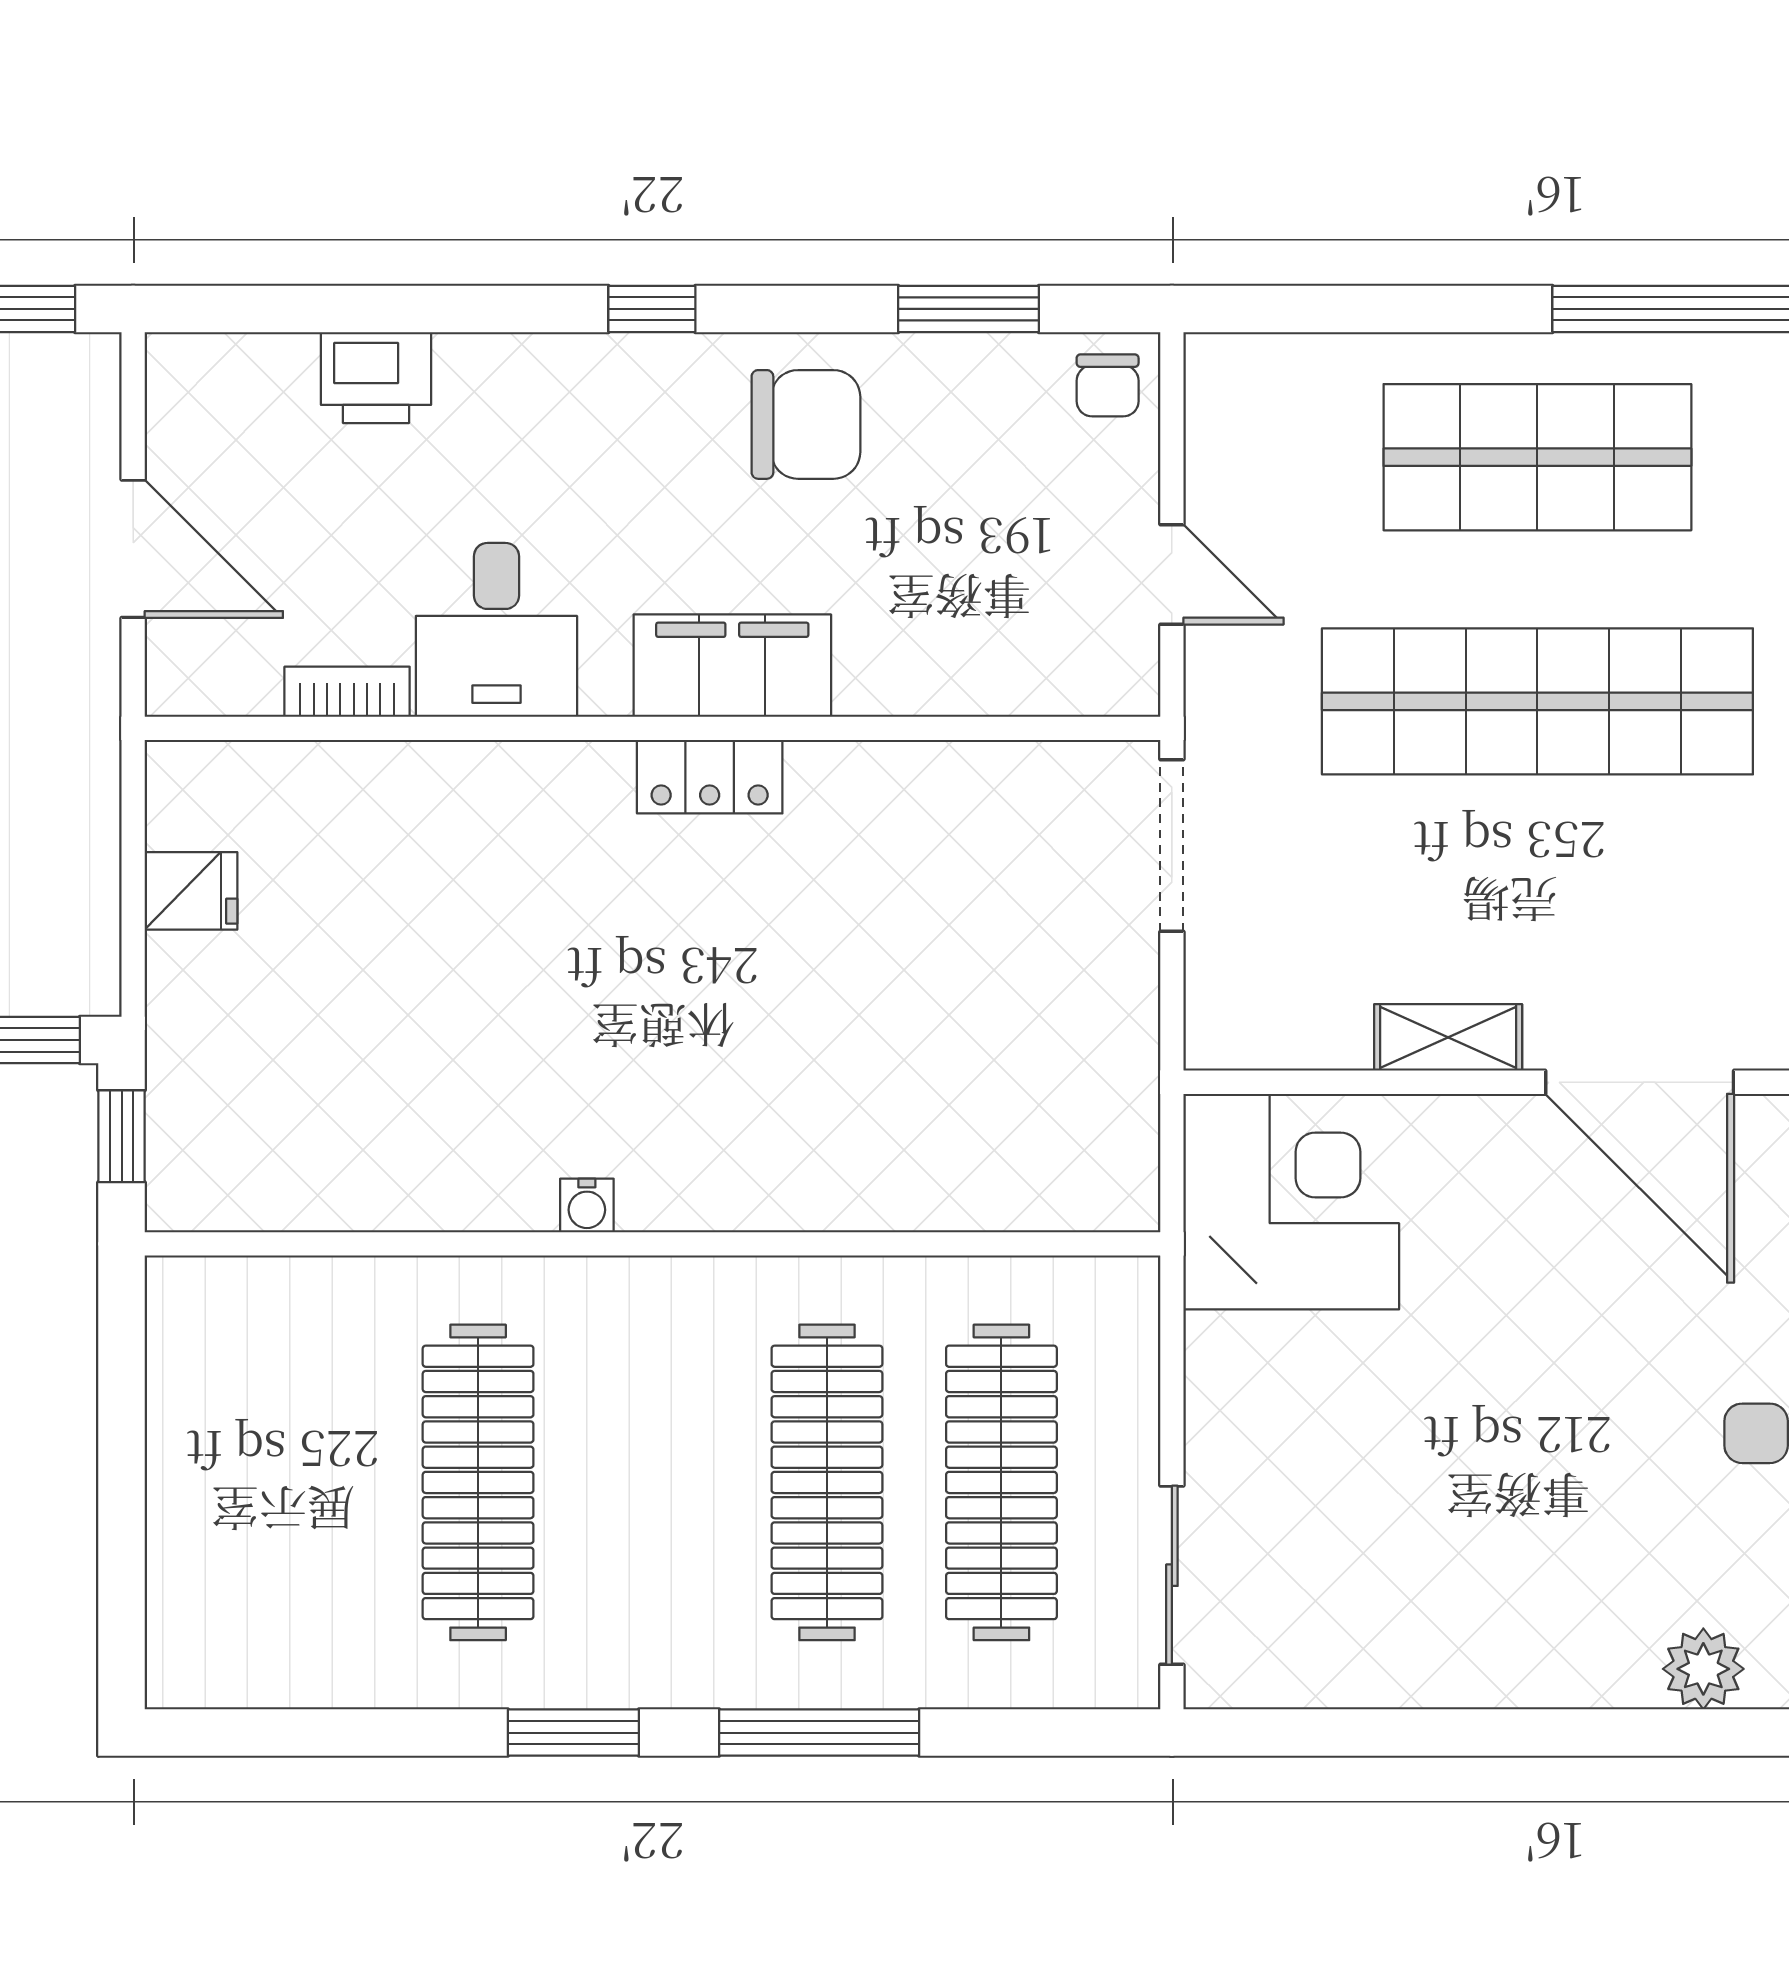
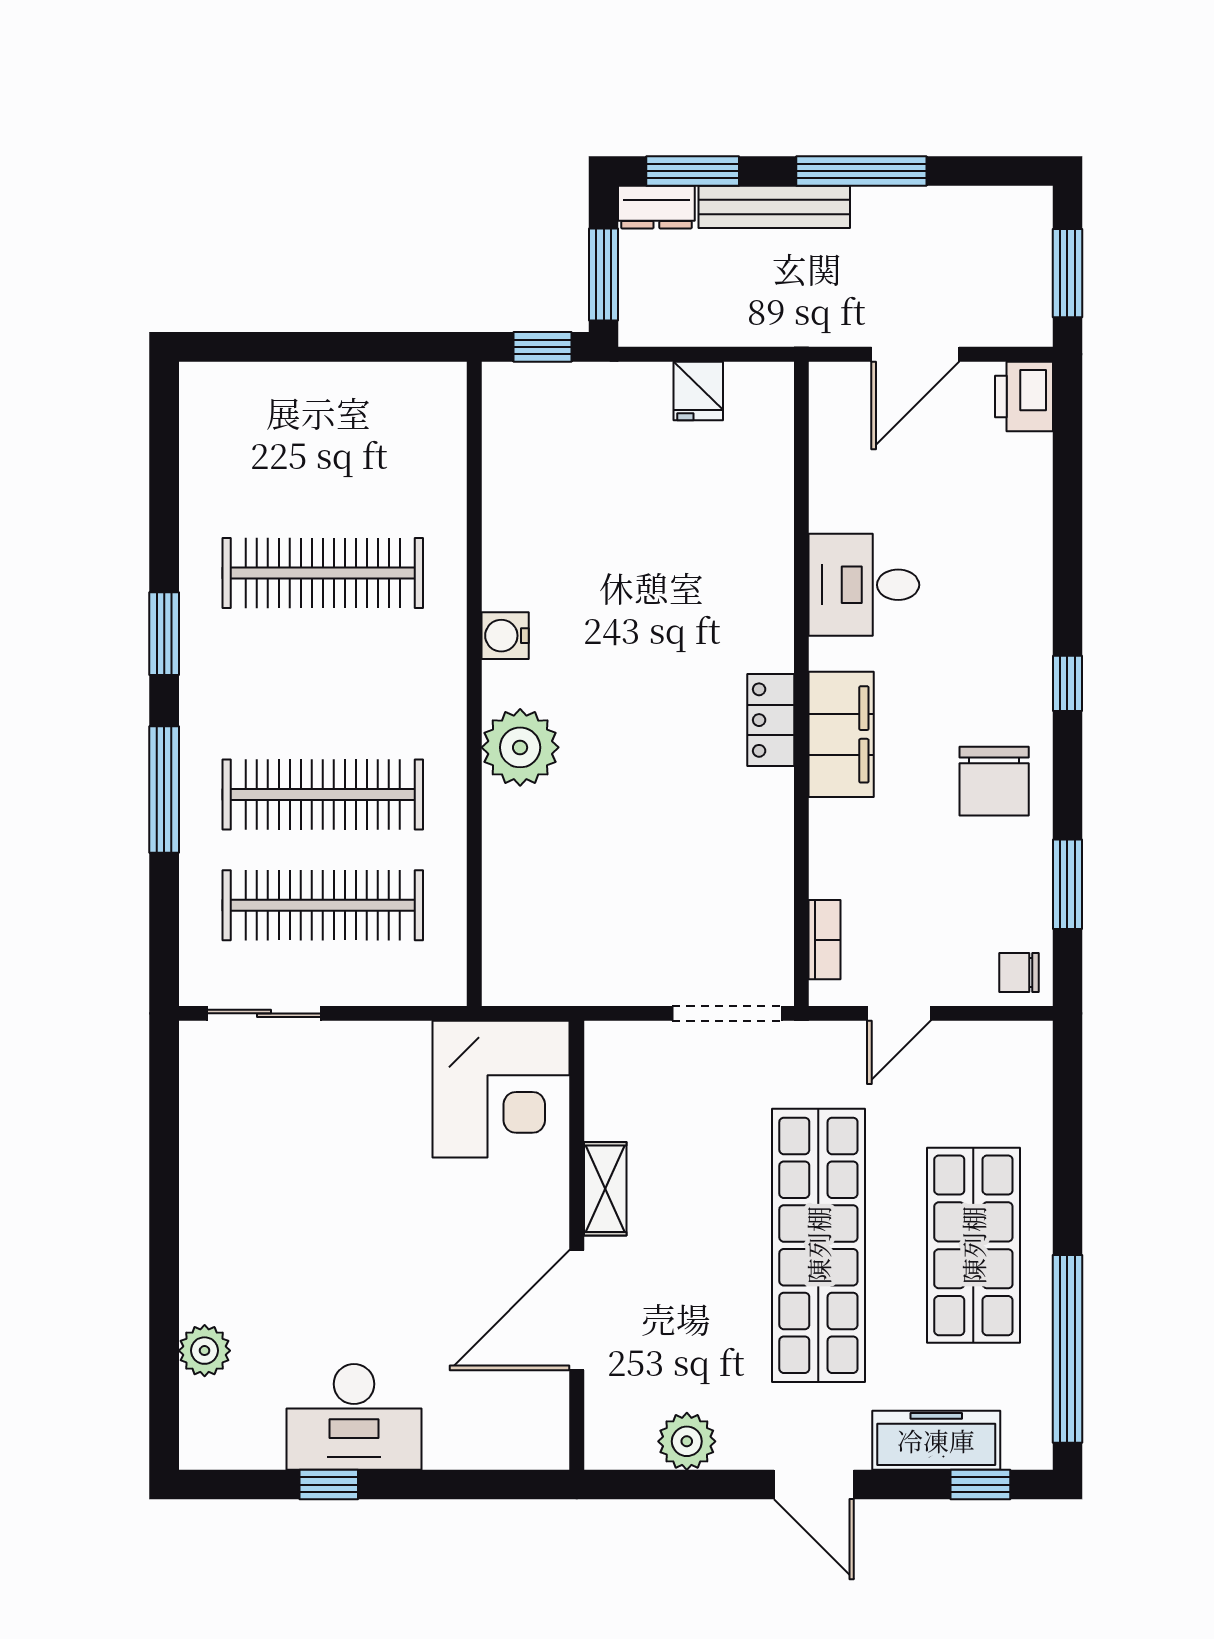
printer: (376, 378) -> (1024, 396), moved
bookcase: (347, 692) -> (825, 940), moved
plant: (753, 1172) -> (520, 747), added
water cooler: (587, 1206) -> (505, 636), width x1.38, depth x1.38

